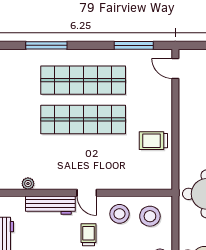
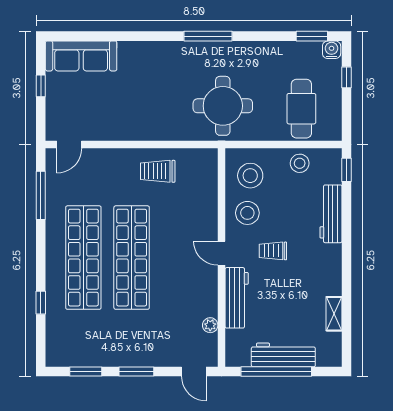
window: (46, 45) -> (41, 303), width x0.46
trolley: (153, 141) -> (158, 171), turned 90
door: (87, 193) -> (221, 253), swing flipped

